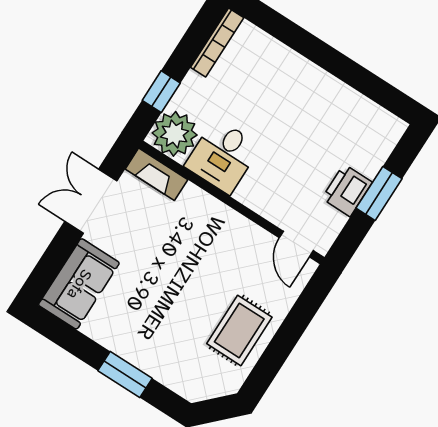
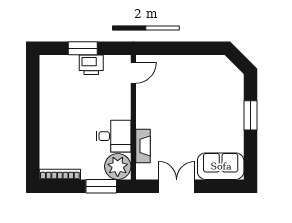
window: (161, 92) -> (101, 186), width x1.50
fireplace: (157, 174) -> (143, 146), moved
double door: (91, 201) -> (177, 186), swing flipped
rug: (239, 330) -> (193, 73), removed

